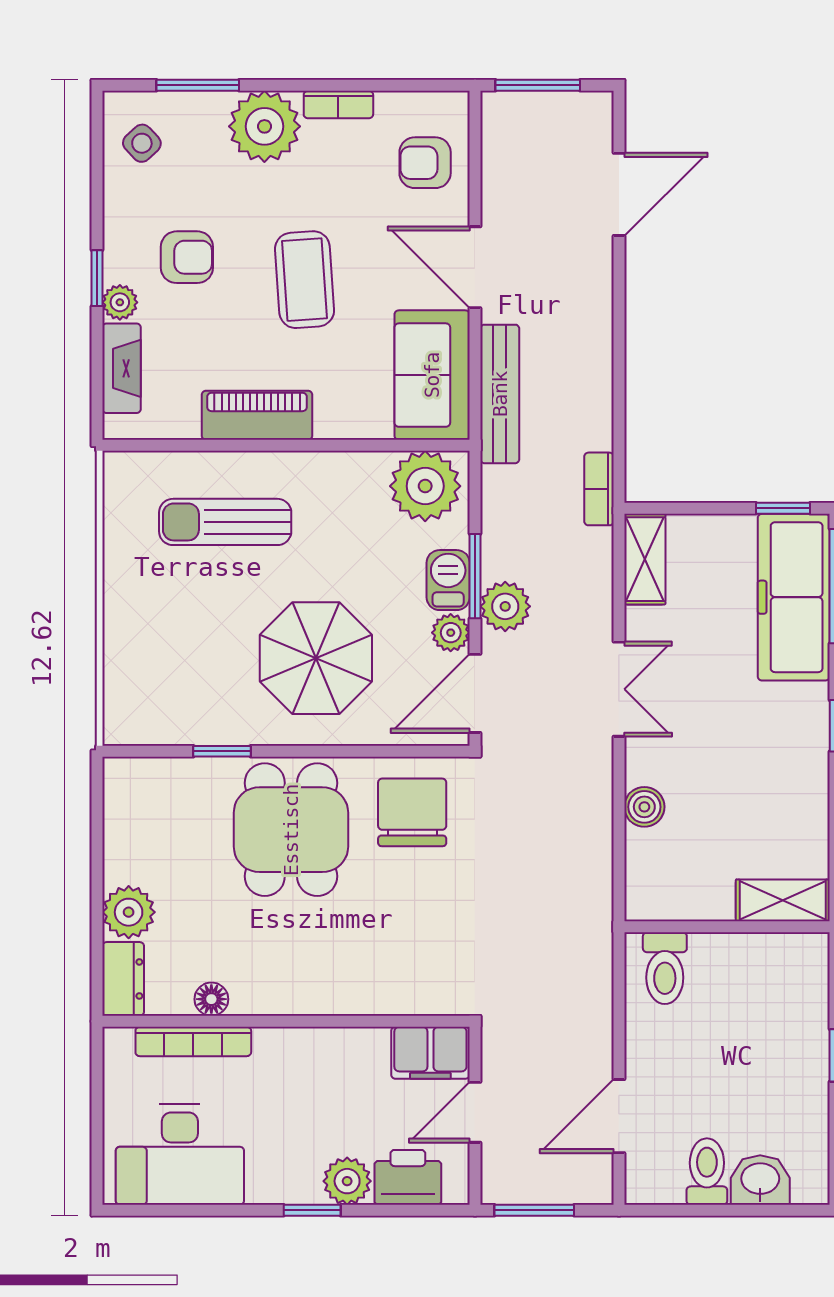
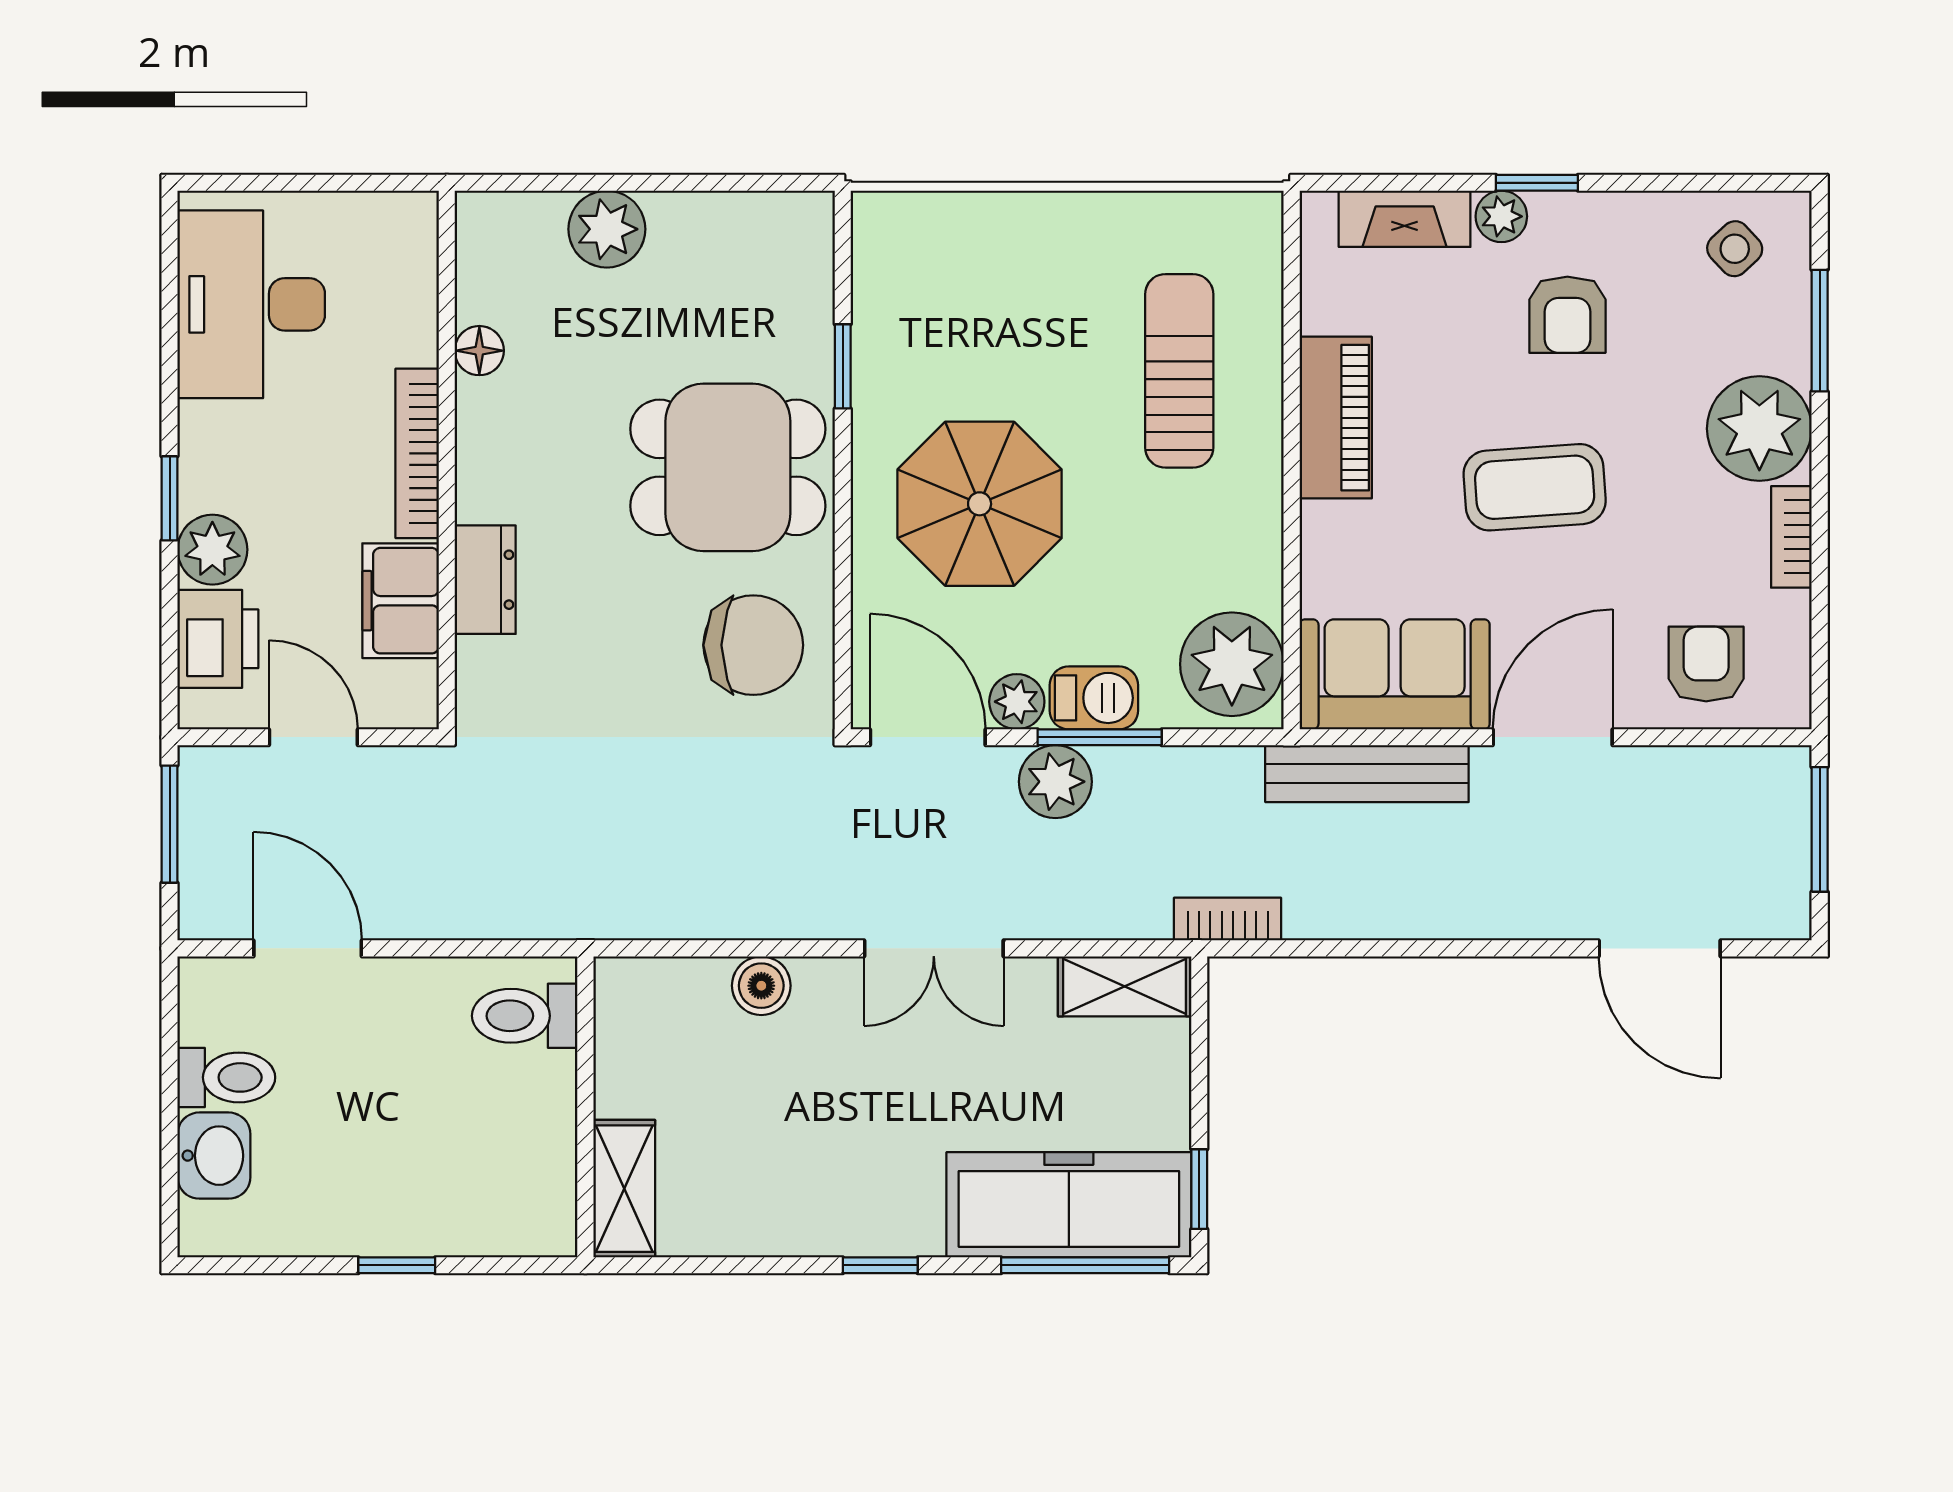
dresser: (123, 979) -> (485, 580), moved, turned -90
bookcase: (193, 1041) -> (417, 453), moved
filing cabinet: (430, 1053) -> (401, 601), moved

